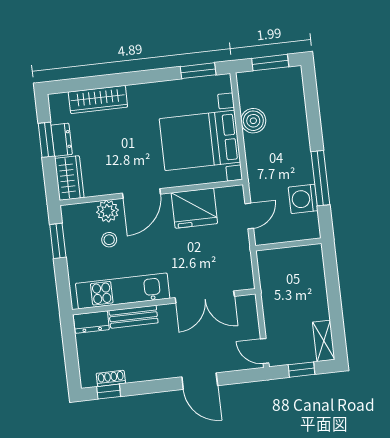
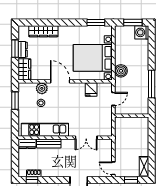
boiler: (253, 121) -> (121, 71), moved
door: (141, 194) -> (60, 81), swing flipped
washing machine: (303, 199) -> (142, 32), moved
fridge: (194, 208) -> (91, 90), width x0.53, depth x0.75
double door: (205, 297) -> (86, 138), width x0.73

